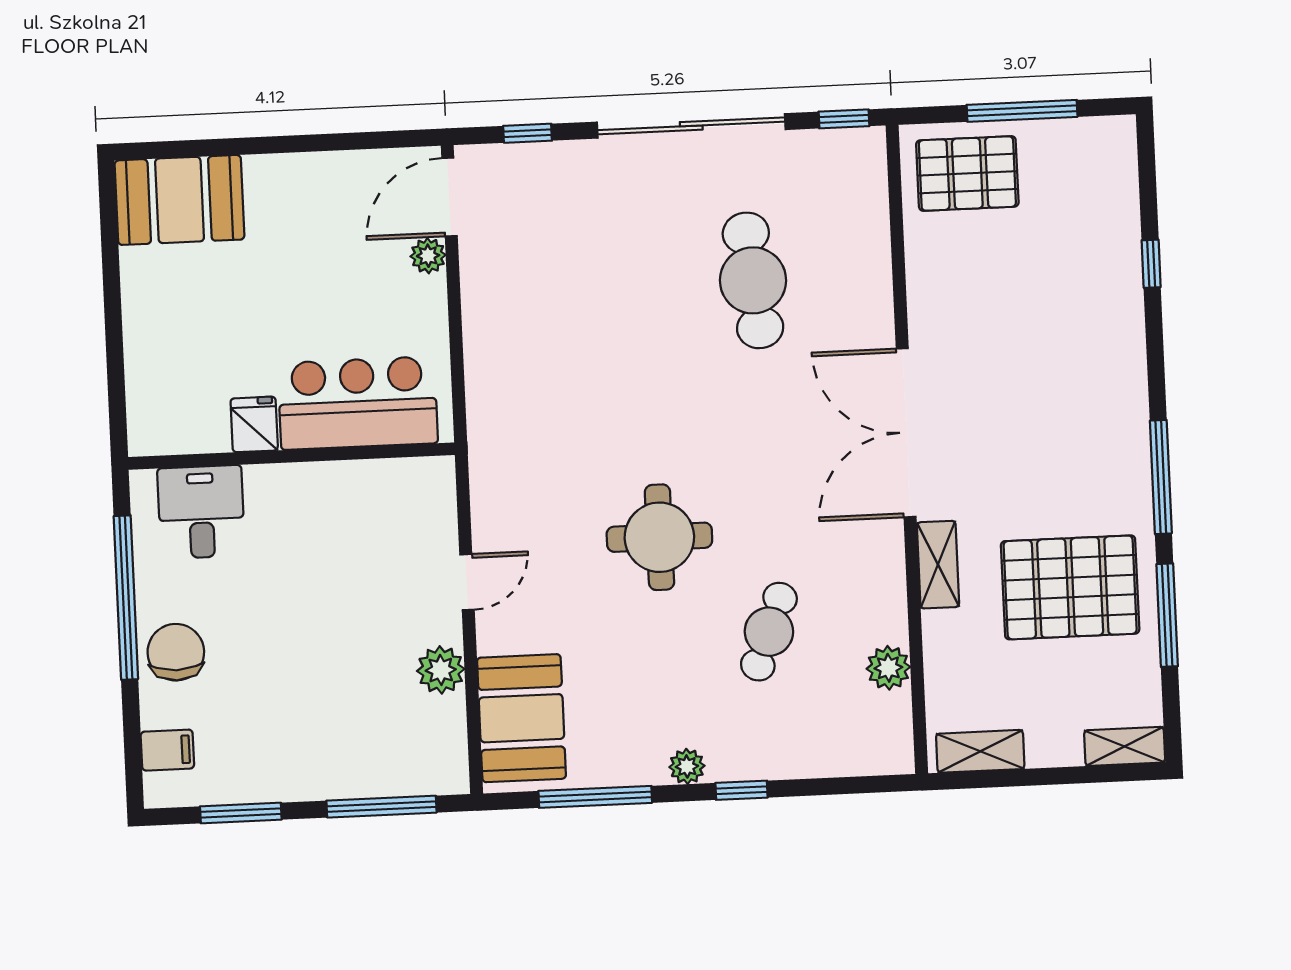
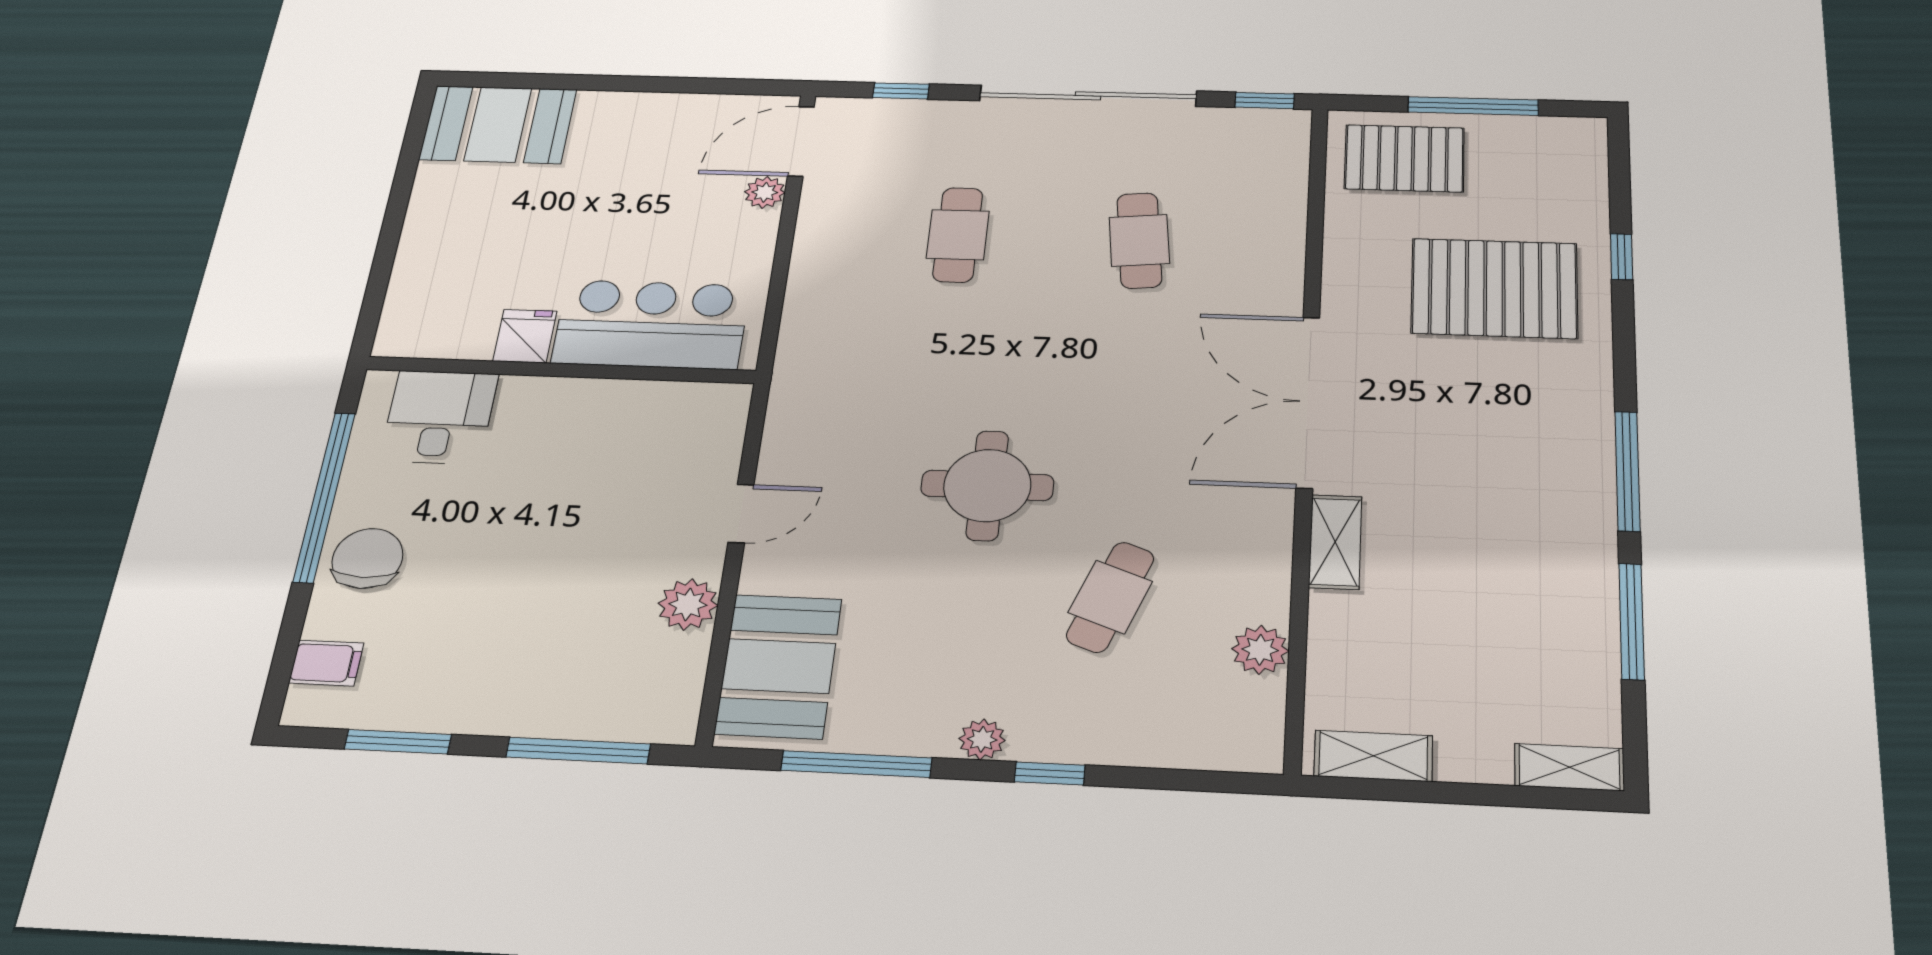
cafe table: (753, 280) -> (1139, 240), width x0.73, depth x0.74
cafe table: (600, 287) -> (958, 235), added
pallet: (1070, 587) -> (1494, 288), moved

